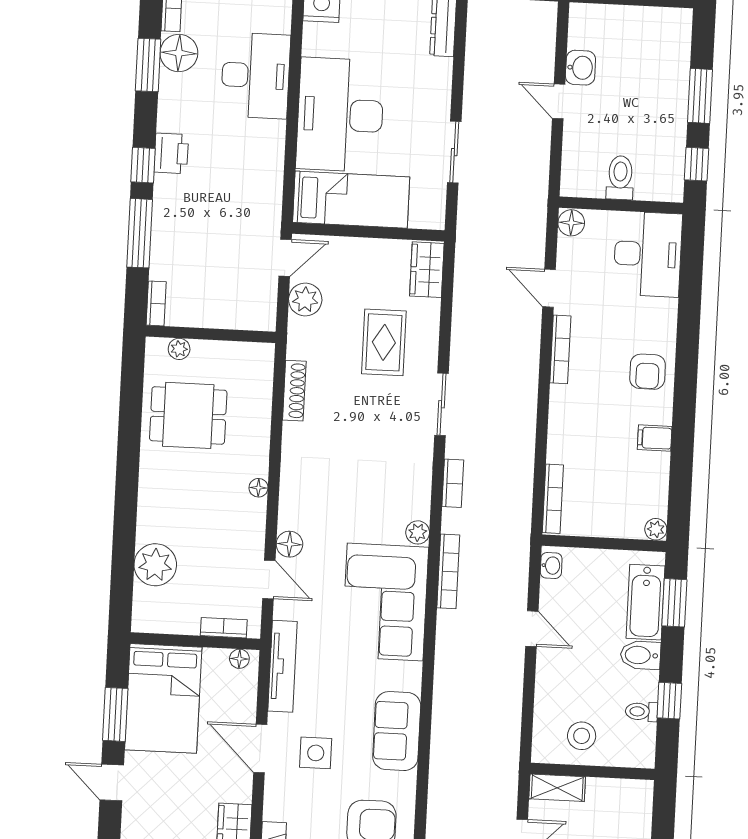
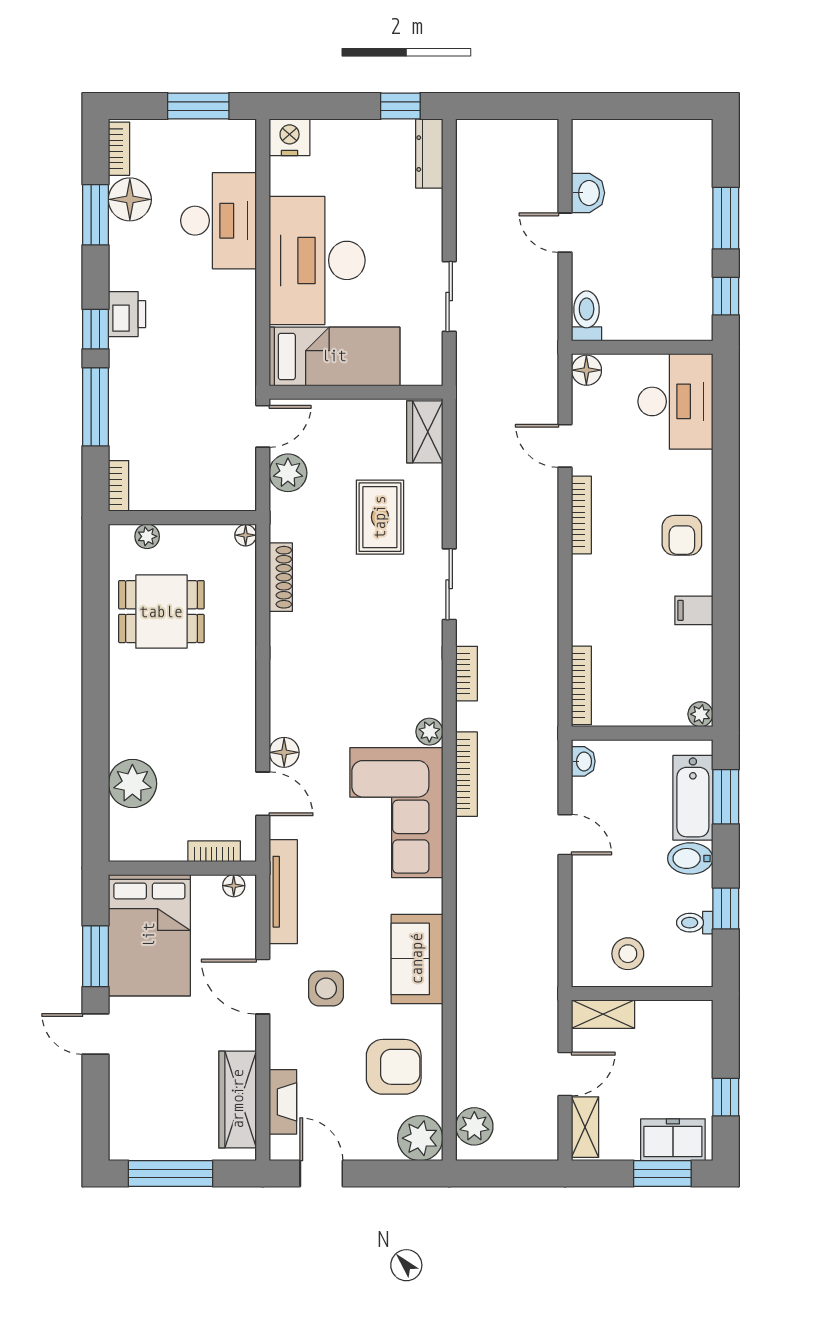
toilet: (620, 178) -> (587, 316), moved
floor lamp: (258, 488) -> (246, 535), moved

